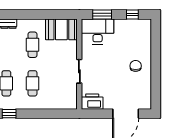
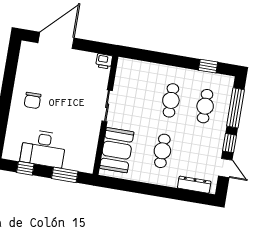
booth: (61, 29) -> (117, 150), moved, turned 90
desk: (98, 31) -> (43, 149), moved
printer: (92, 102) -> (104, 61), width x0.53, depth x0.68

